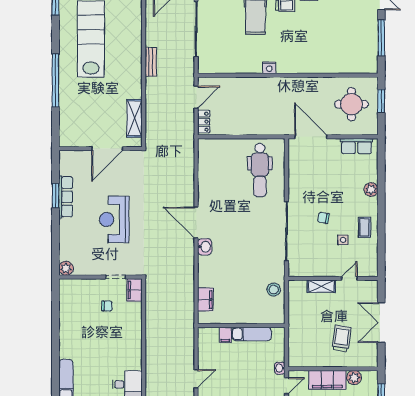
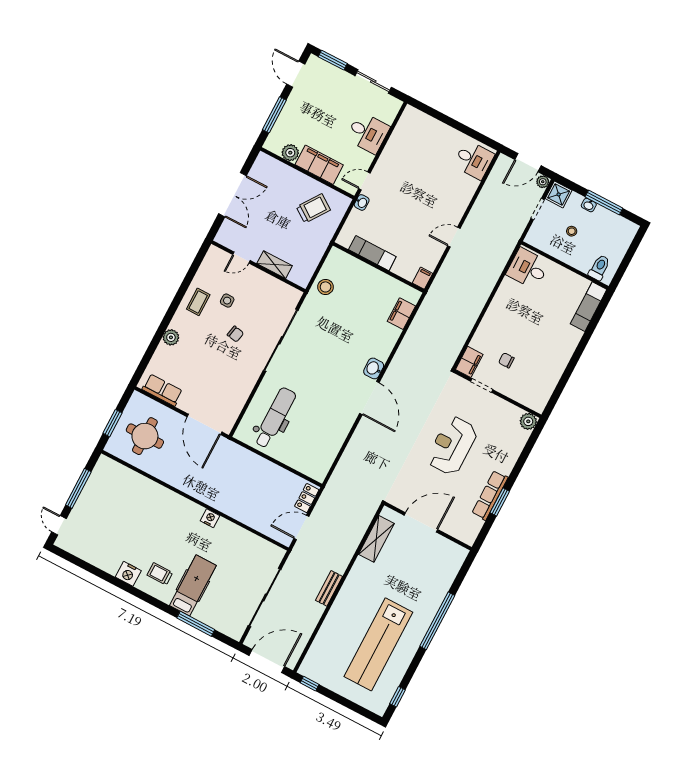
reception desk: (114, 219) -> (452, 446), turned 180
filing cabinet: (225, 335) -> (422, 278), moved
trolley: (342, 338) -> (313, 208), moved, turned -153

